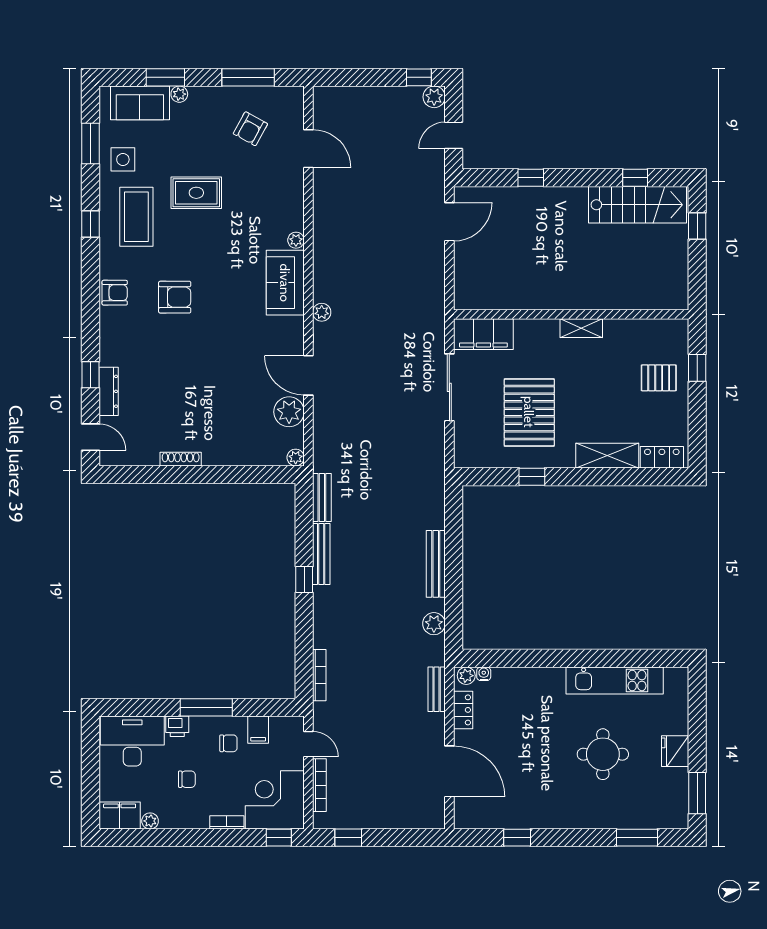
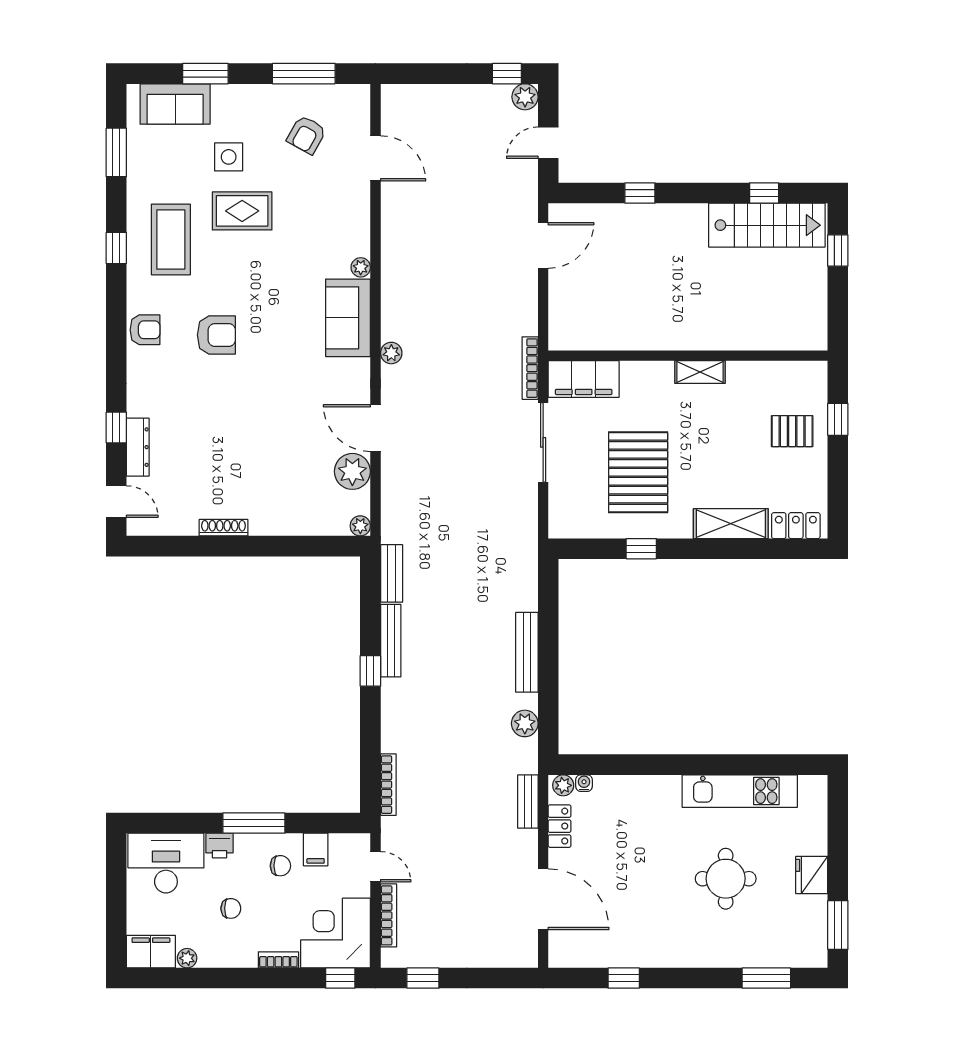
plant: (179, 94) -> (222, 94), removed
side table: (123, 159) -> (229, 157), moved
bookcase: (438, 325) -> (530, 368), added

